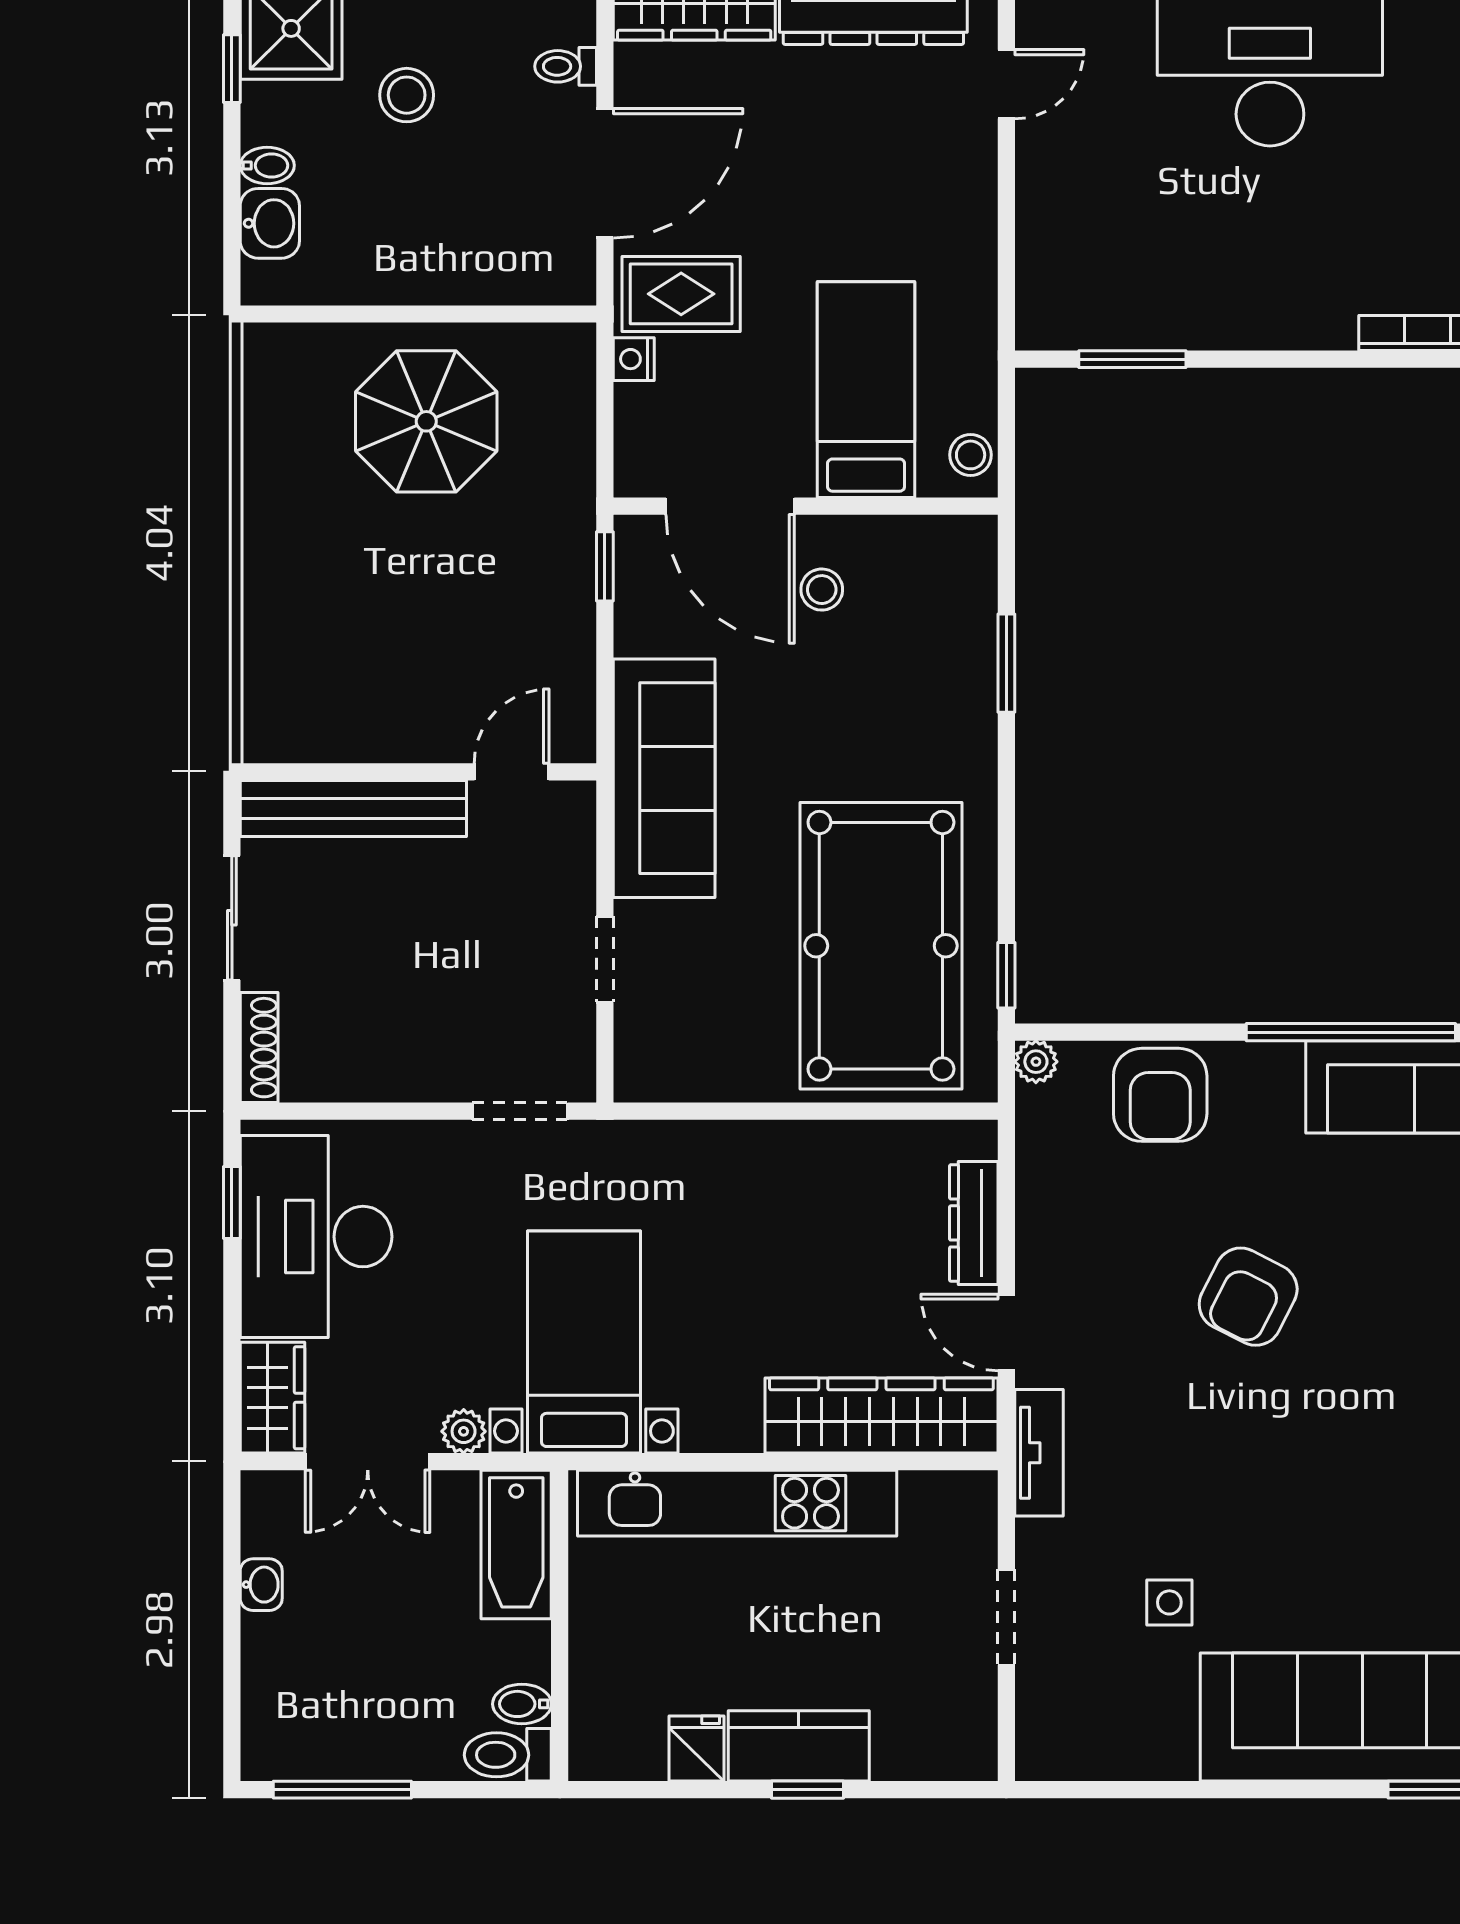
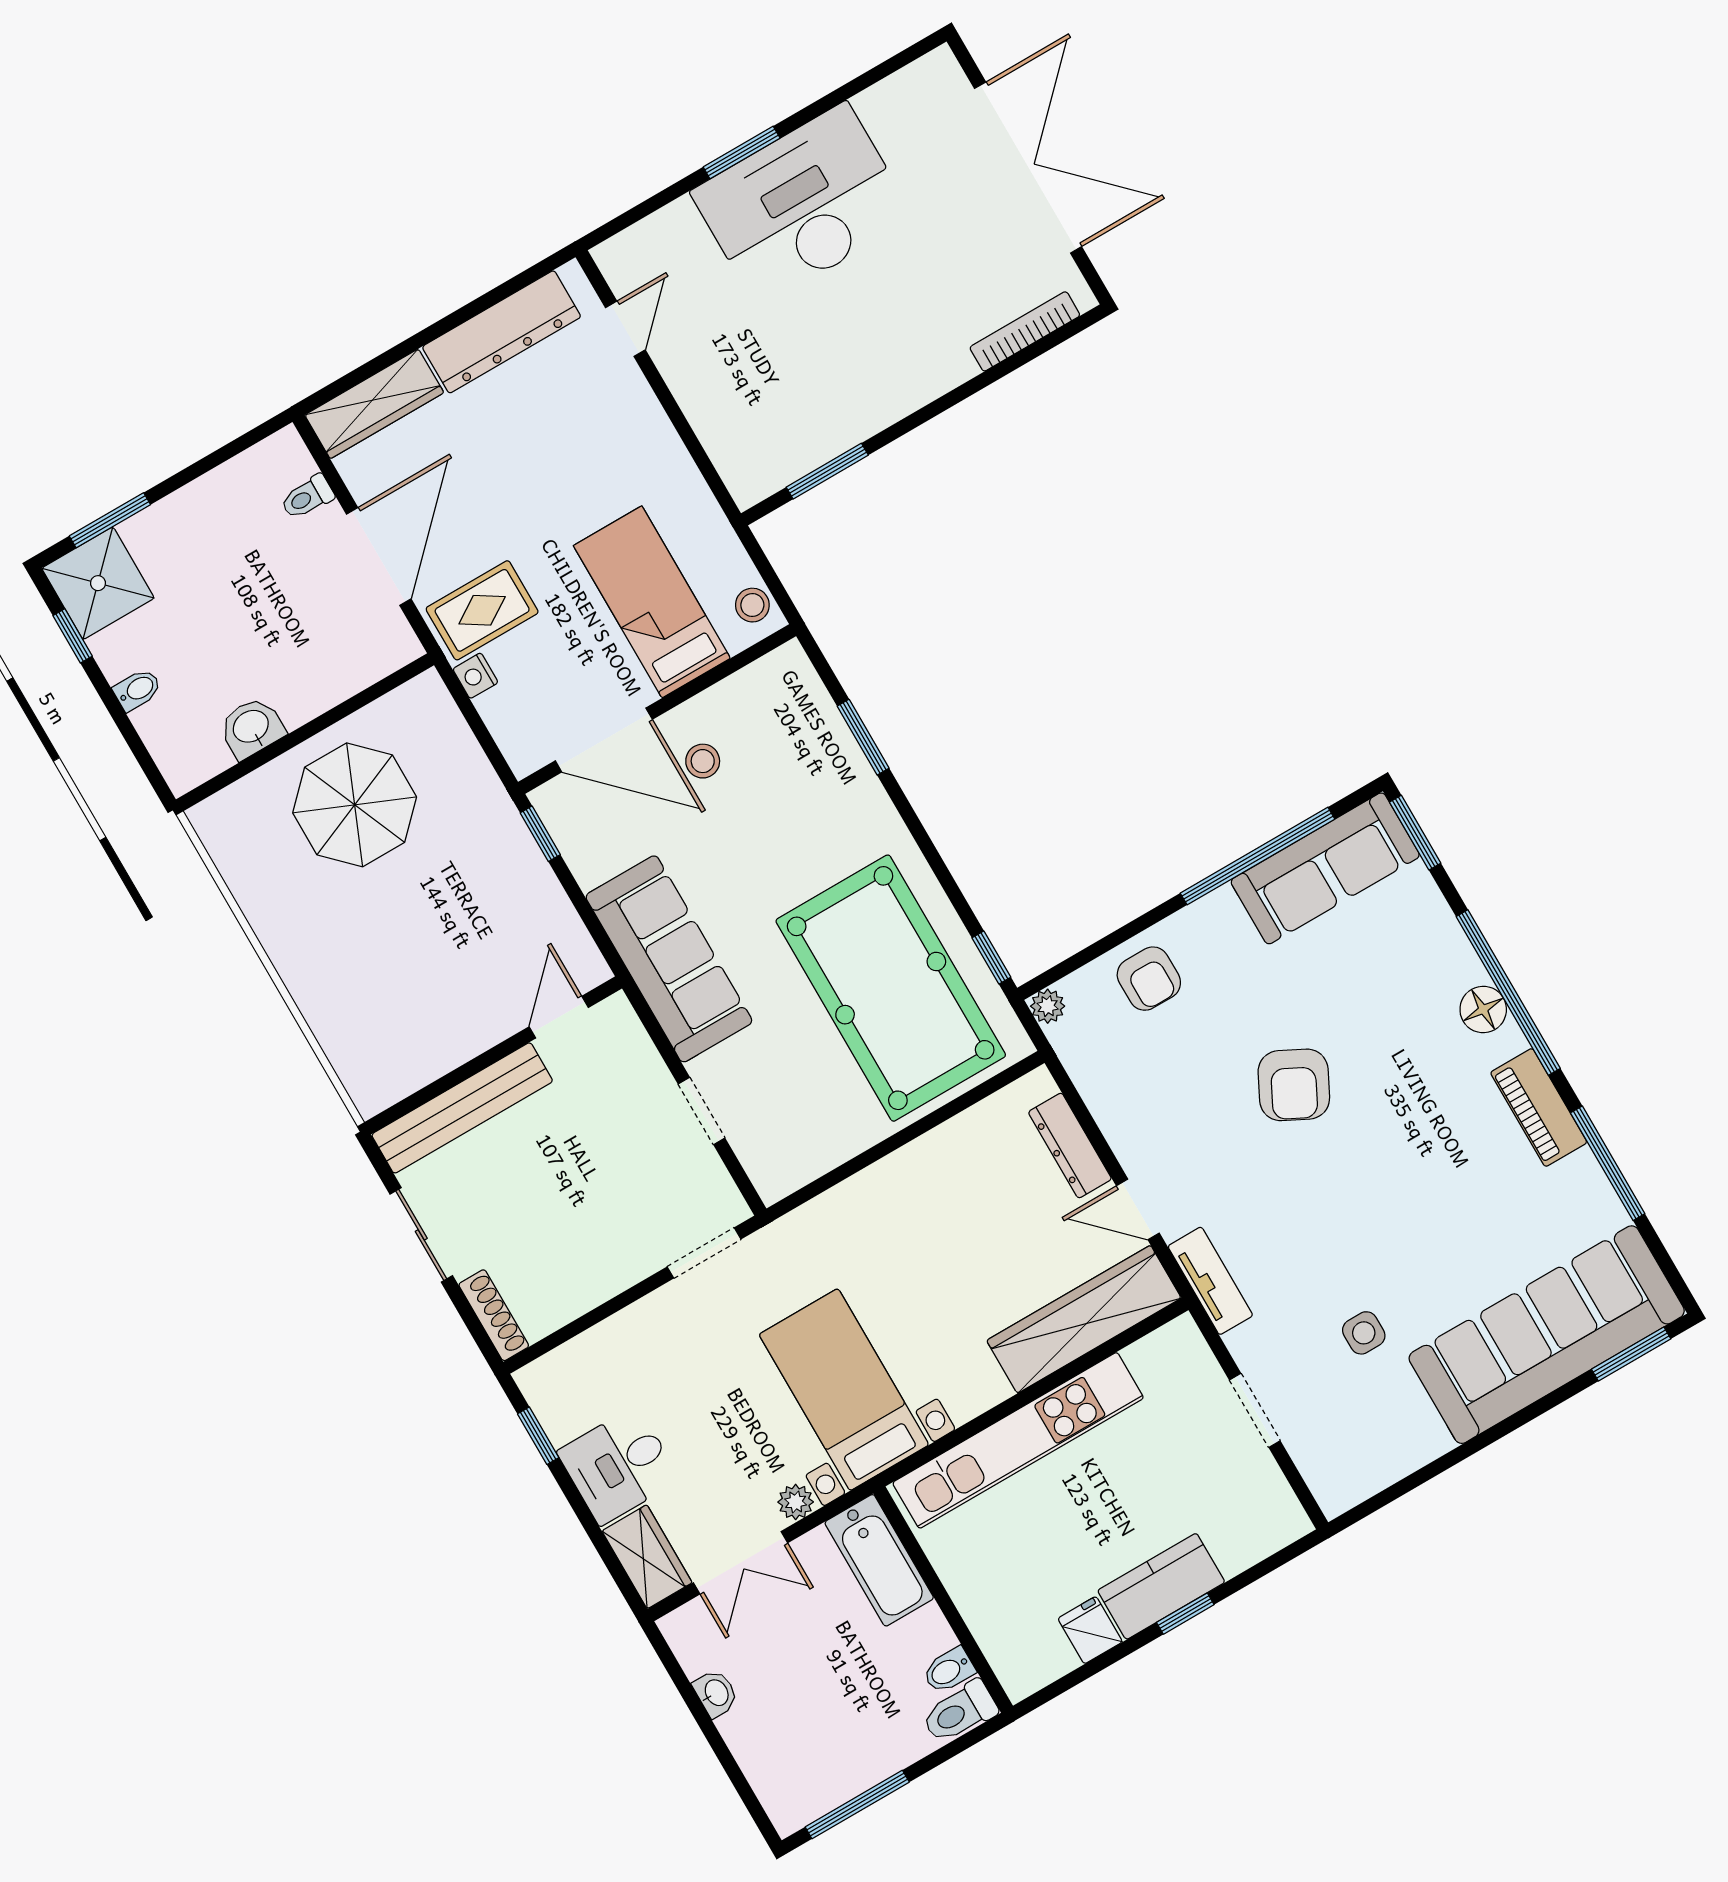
stool: (407, 95) -> (207, 583), removed
washbasin: (270, 223) -> (251, 728), moved, turned -90
armchair: (1160, 1095) -> (1149, 979), width x0.72, depth x0.72
desk: (316, 1237) -> (619, 1466), width x0.53, depth x0.77

